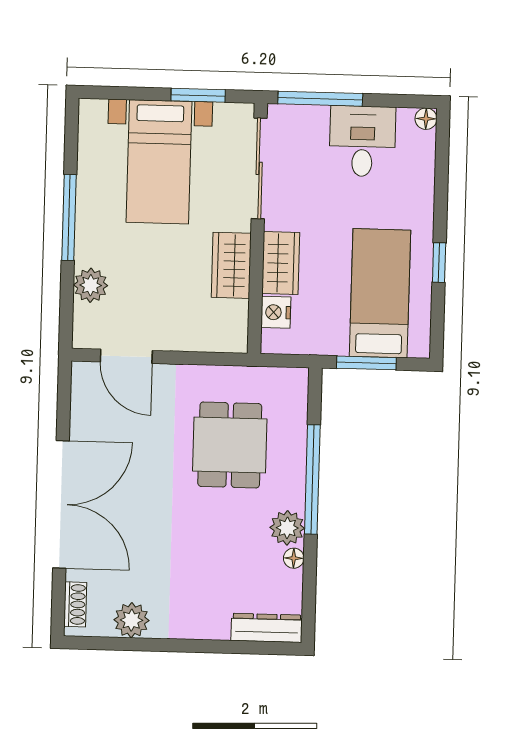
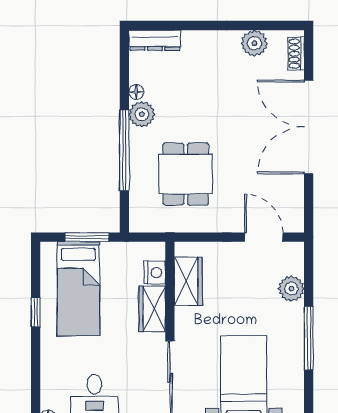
wardrobe: (231, 265) -> (188, 281), moved

